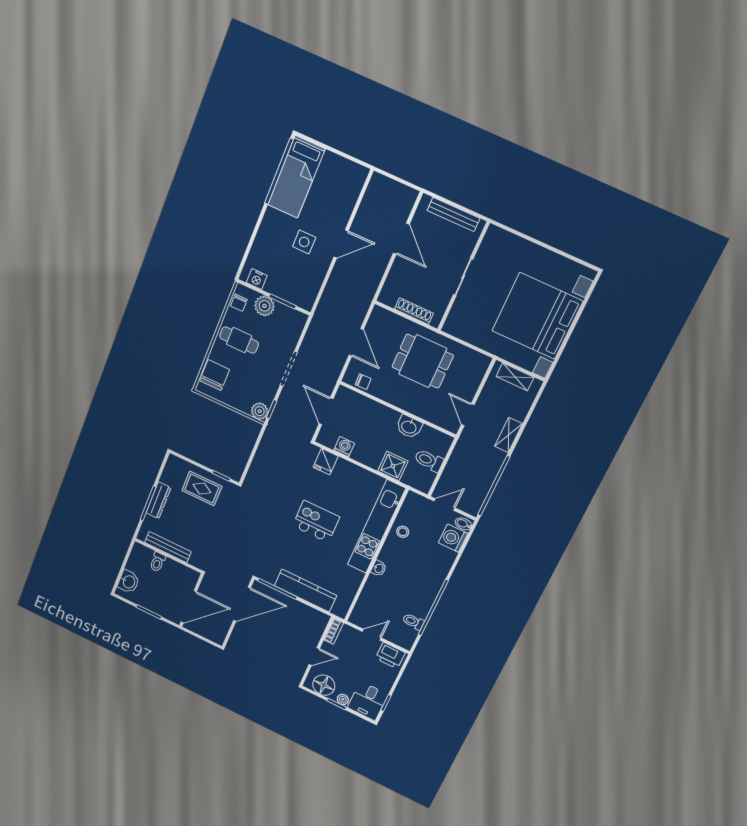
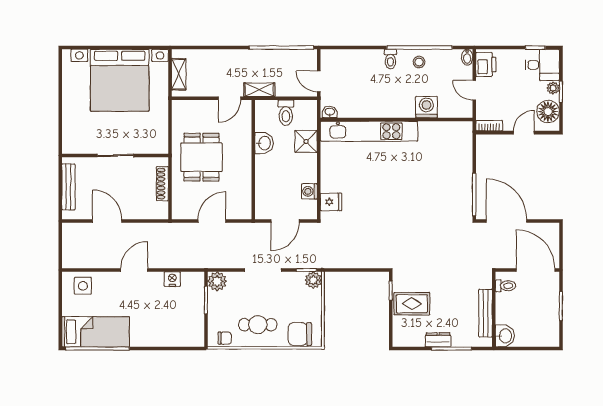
door: (401, 239) -> (107, 221), hinge flipped
side table: (304, 242) -> (83, 286), moved
door: (341, 244) -> (134, 270), hinge flipped
nightstand: (257, 279) -> (172, 279), moved, turned -90
plant: (265, 306) -> (217, 281), moved
cafe table: (239, 340) -> (258, 325), turned 90
chair: (363, 382) -> (243, 200), removed
shelving: (509, 435) -> (259, 90), moved
rug: (202, 488) -> (412, 304), turned 90
dresser: (159, 500) -> (438, 340), width x0.70
kitchen island: (316, 521) -> (391, 187), removed
bidet: (463, 524) -> (467, 57), moved
stool: (403, 532) -> (419, 62), moved
washing machine: (453, 538) -> (426, 107), moved, turned 180
toilet: (158, 562) -> (505, 286), moved
washbasin: (379, 568) -> (330, 112), moved
washbasin: (129, 582) -> (505, 336), moved, turned 90
kitchen counter: (306, 591) -> (462, 168), removed
toilet: (413, 622) -> (390, 59), moved
door: (314, 657) -> (524, 133), hinge flipped

